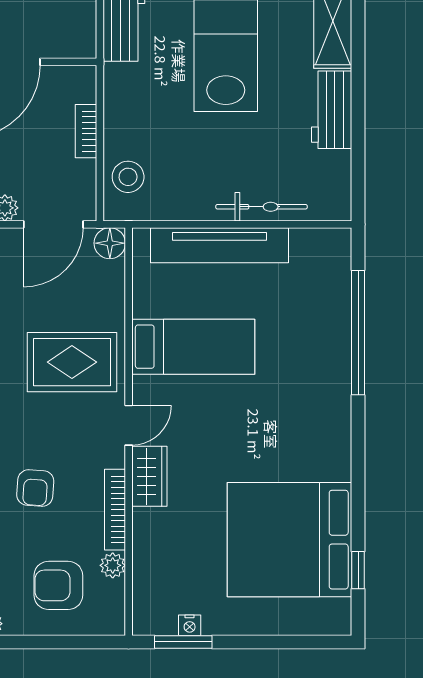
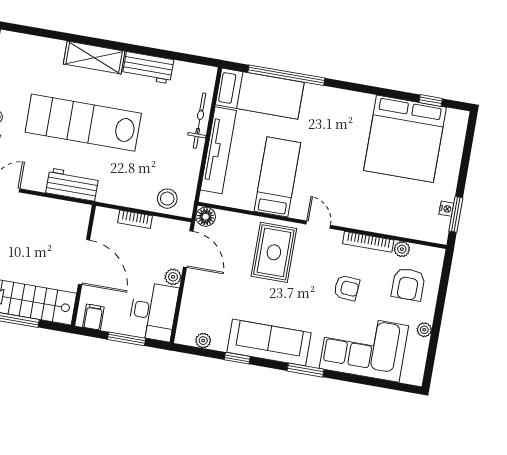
bed: (321, 295) -> (260, 94), added
wardrobe: (149, 476) -> (352, 217), removed

